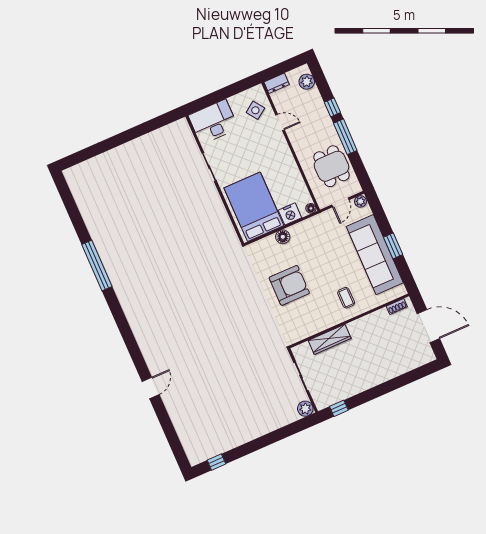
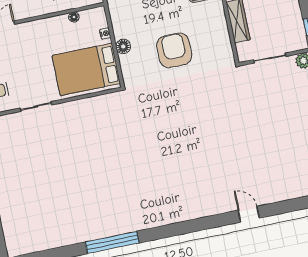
floor lamp: (311, 208) -> (74, 17), moved
nightstand: (290, 214) -> (105, 33), width x0.53, depth x0.56

